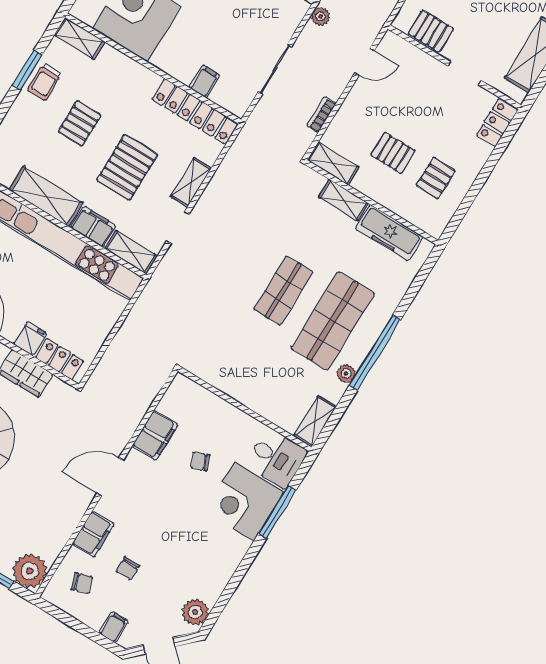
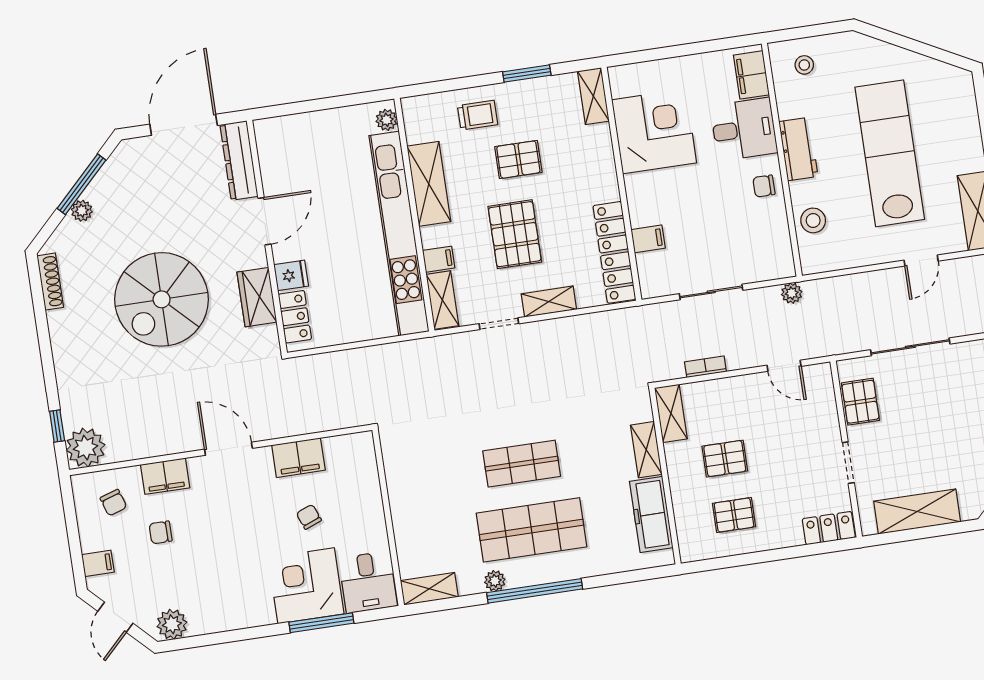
trolley: (45, 82) -> (478, 115), moved, turned 180
pallet: (393, 153) -> (725, 459), turned 90
pallet: (127, 167) -> (515, 234), turned 90
filing cabinet: (93, 227) -> (439, 259), width x0.50

